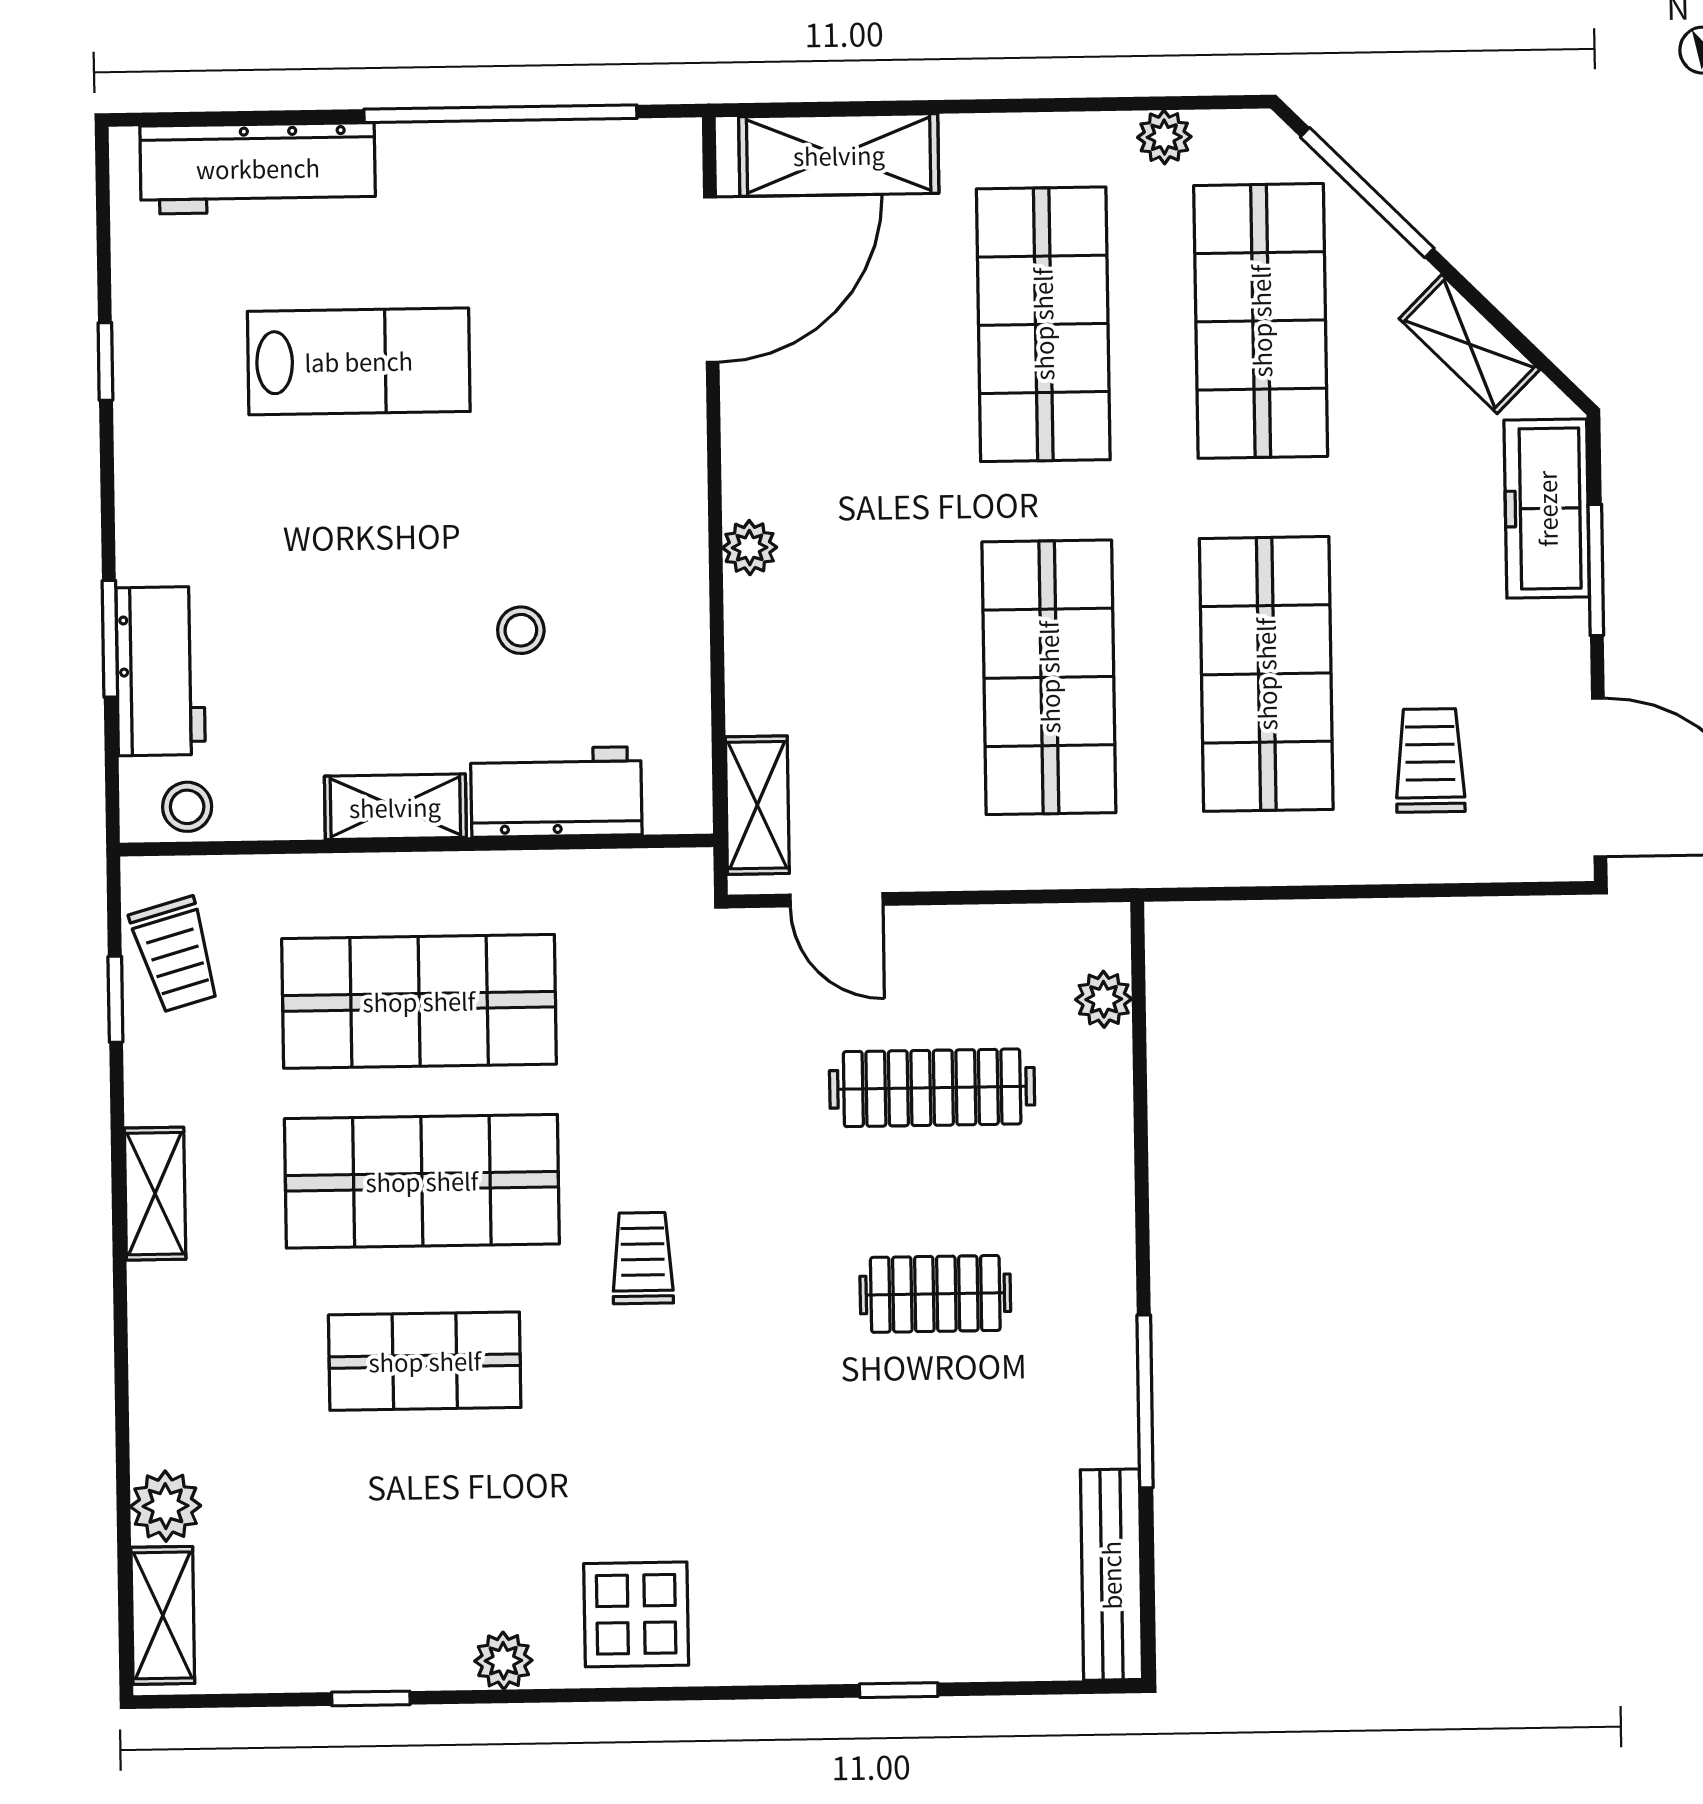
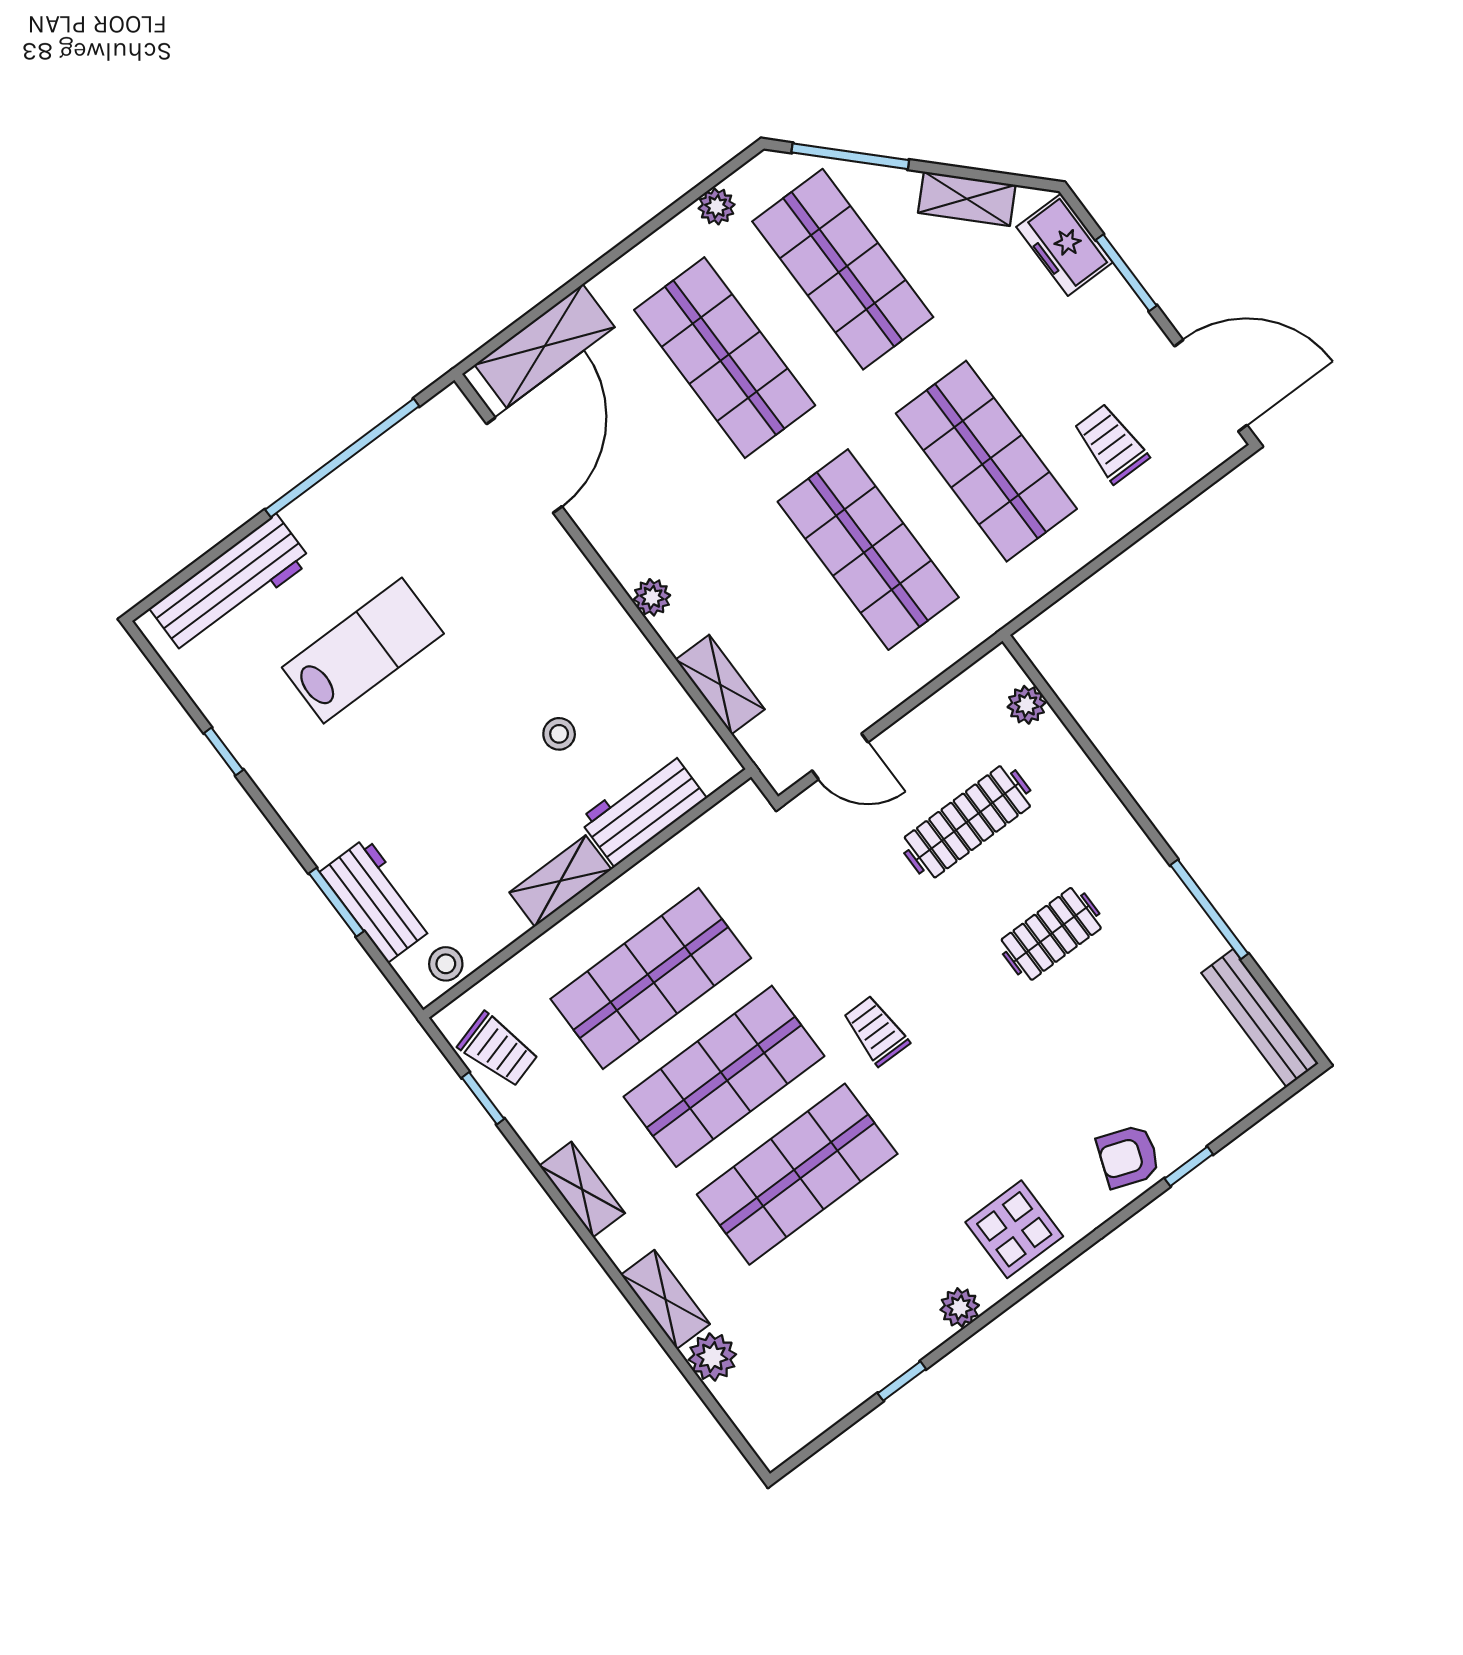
freezer: (1547, 509) -> (1064, 245), width x0.71
shelving: (757, 805) -> (720, 684), moved
shop shelf: (425, 1361) -> (797, 1174), width x1.43, depth x1.36
shelving: (163, 1615) -> (665, 1299), moved
armchair: (835, 1626) -> (1128, 1156), added

